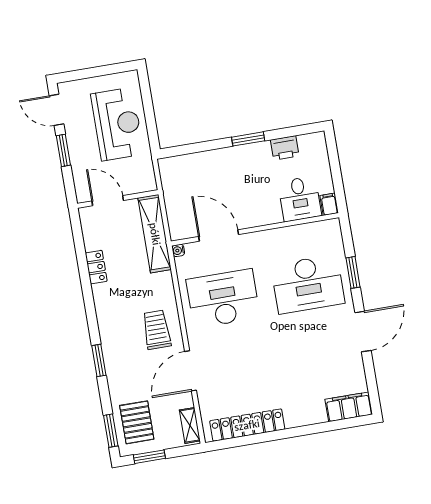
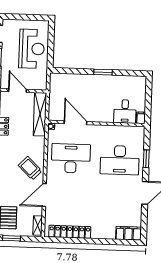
printer: (285, 148) -> (122, 81), removed
trolley: (157, 330) -> (30, 168), turned -46

